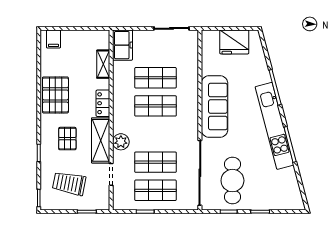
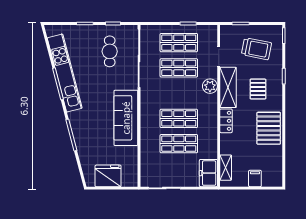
filing cabinet: (53, 39) -> (255, 178), moved
shelving: (103, 64) -> (226, 168), moved
kitchen unit: (275, 126) -> (65, 73), moved
cafe table: (232, 181) -> (110, 51), width x0.73, depth x0.74

